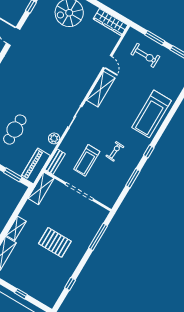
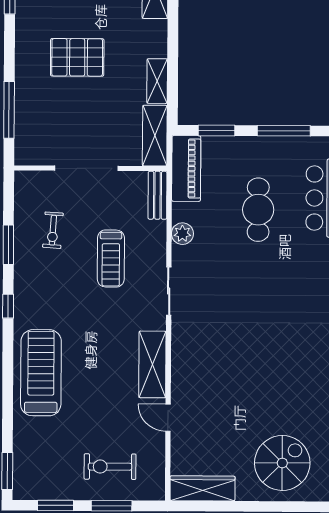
exercise bike: (115, 151) -> (53, 230), moved
treadmill: (87, 160) -> (111, 259), moved, turned 180
shelving: (16, 228) -> (157, 81), moved

